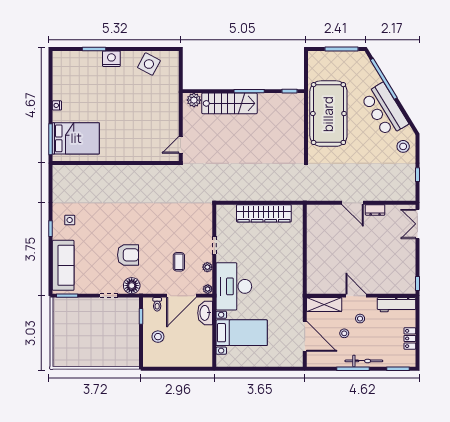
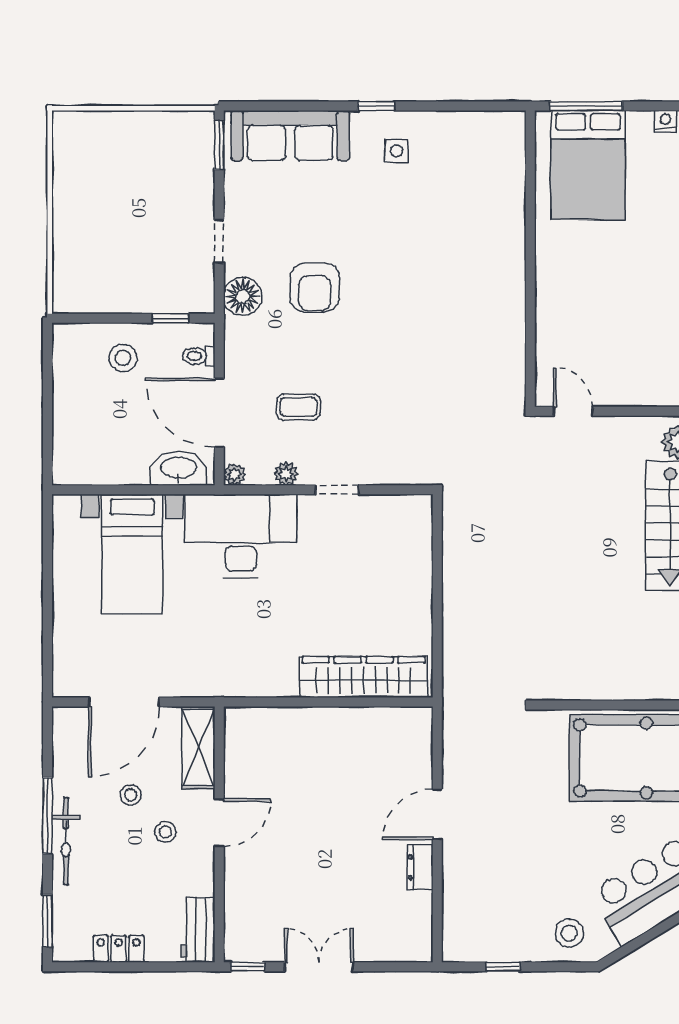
wardrobe: (264, 213) -> (364, 677), moved, turned 90
double door: (417, 224) -> (319, 967), moved
workbench: (396, 305) -> (198, 930), width x0.73

